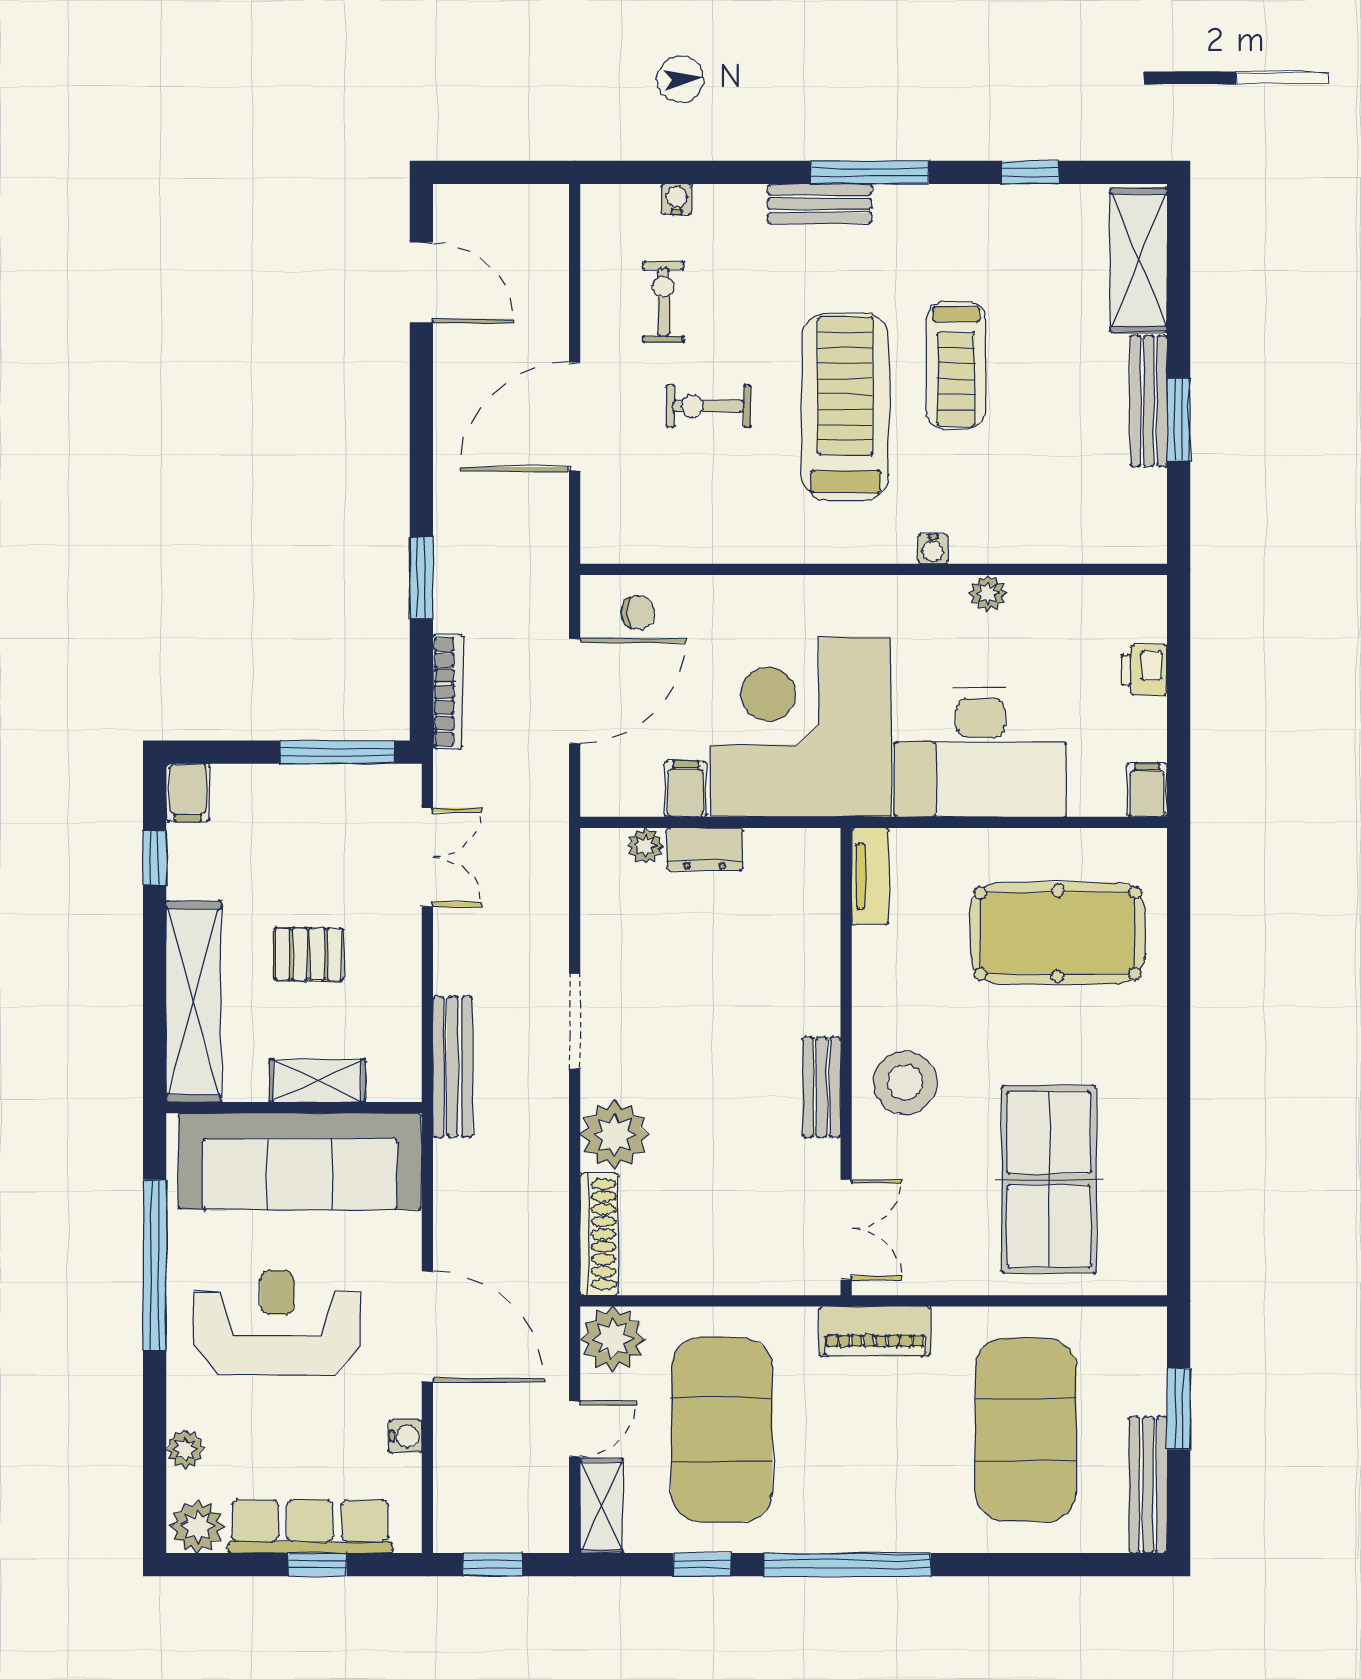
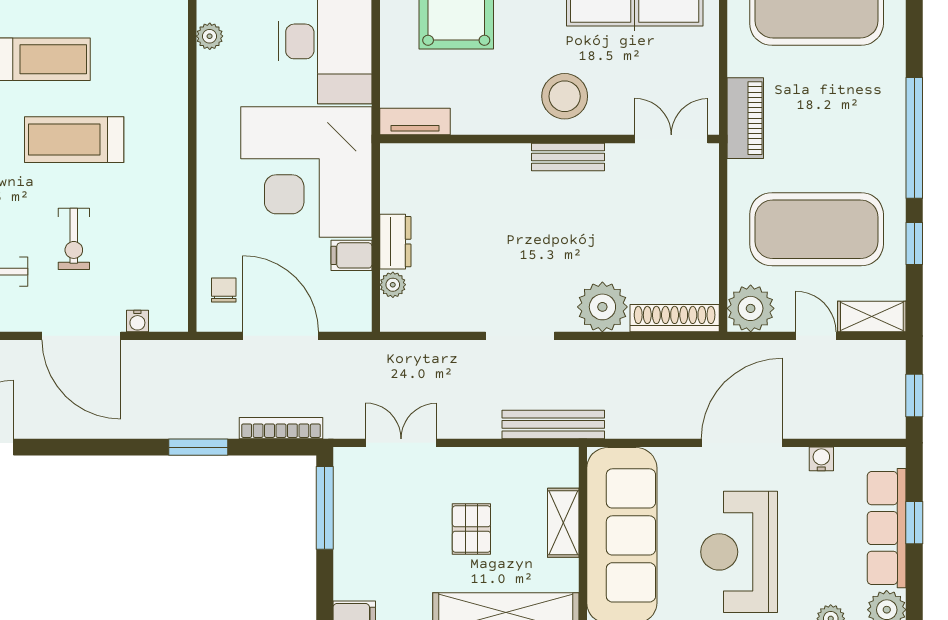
treadmill: (845, 407) -> (74, 140), width x0.73, depth x0.73
water cooler: (933, 549) -> (137, 321), moved, turned 90

